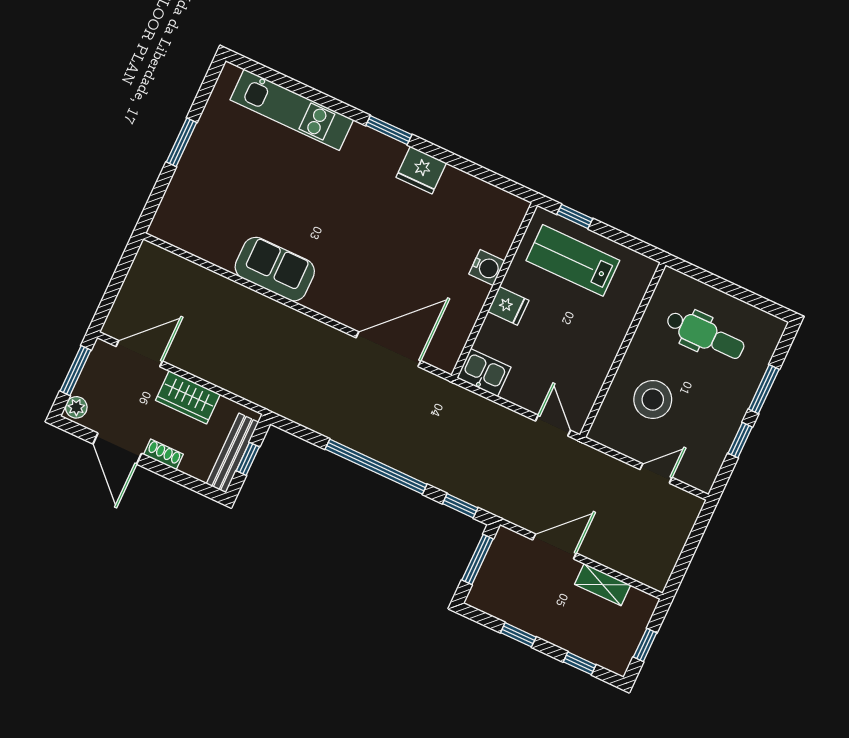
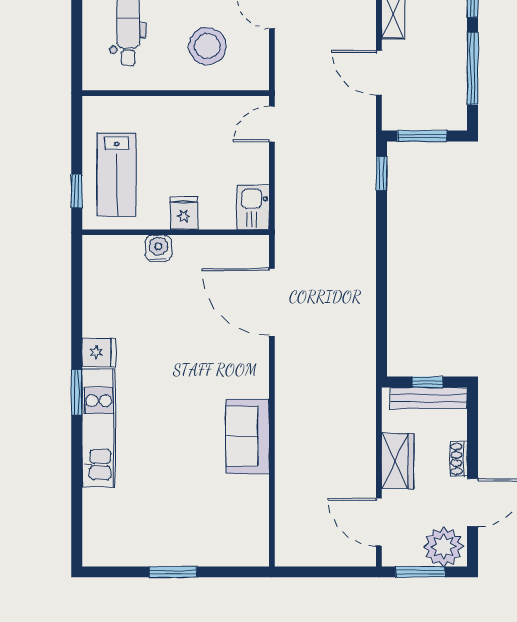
kitchen unit: (292, 110) -> (99, 428), moved
fridge: (421, 170) -> (99, 352), width x0.72
plant: (76, 407) -> (443, 547), width x1.88, depth x1.88
window: (376, 467) -> (382, 265), removed
window: (518, 635) -> (472, 68), width x2.17

